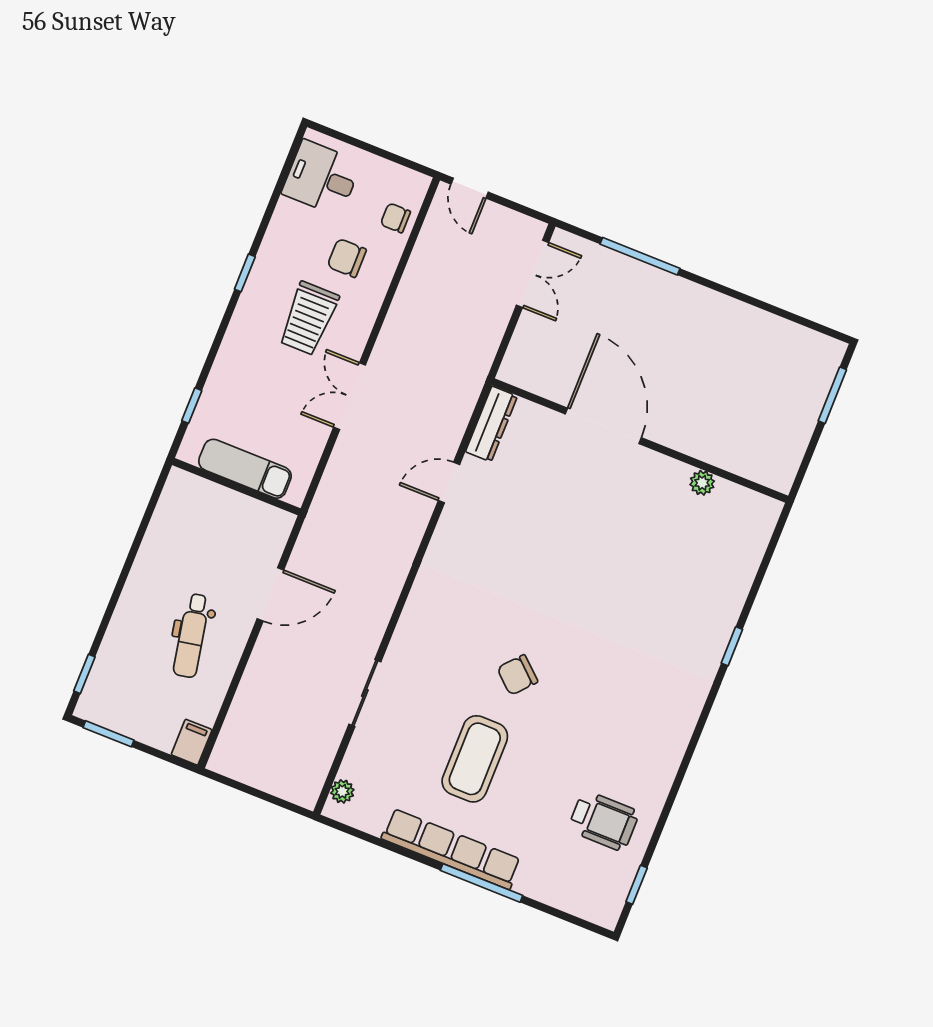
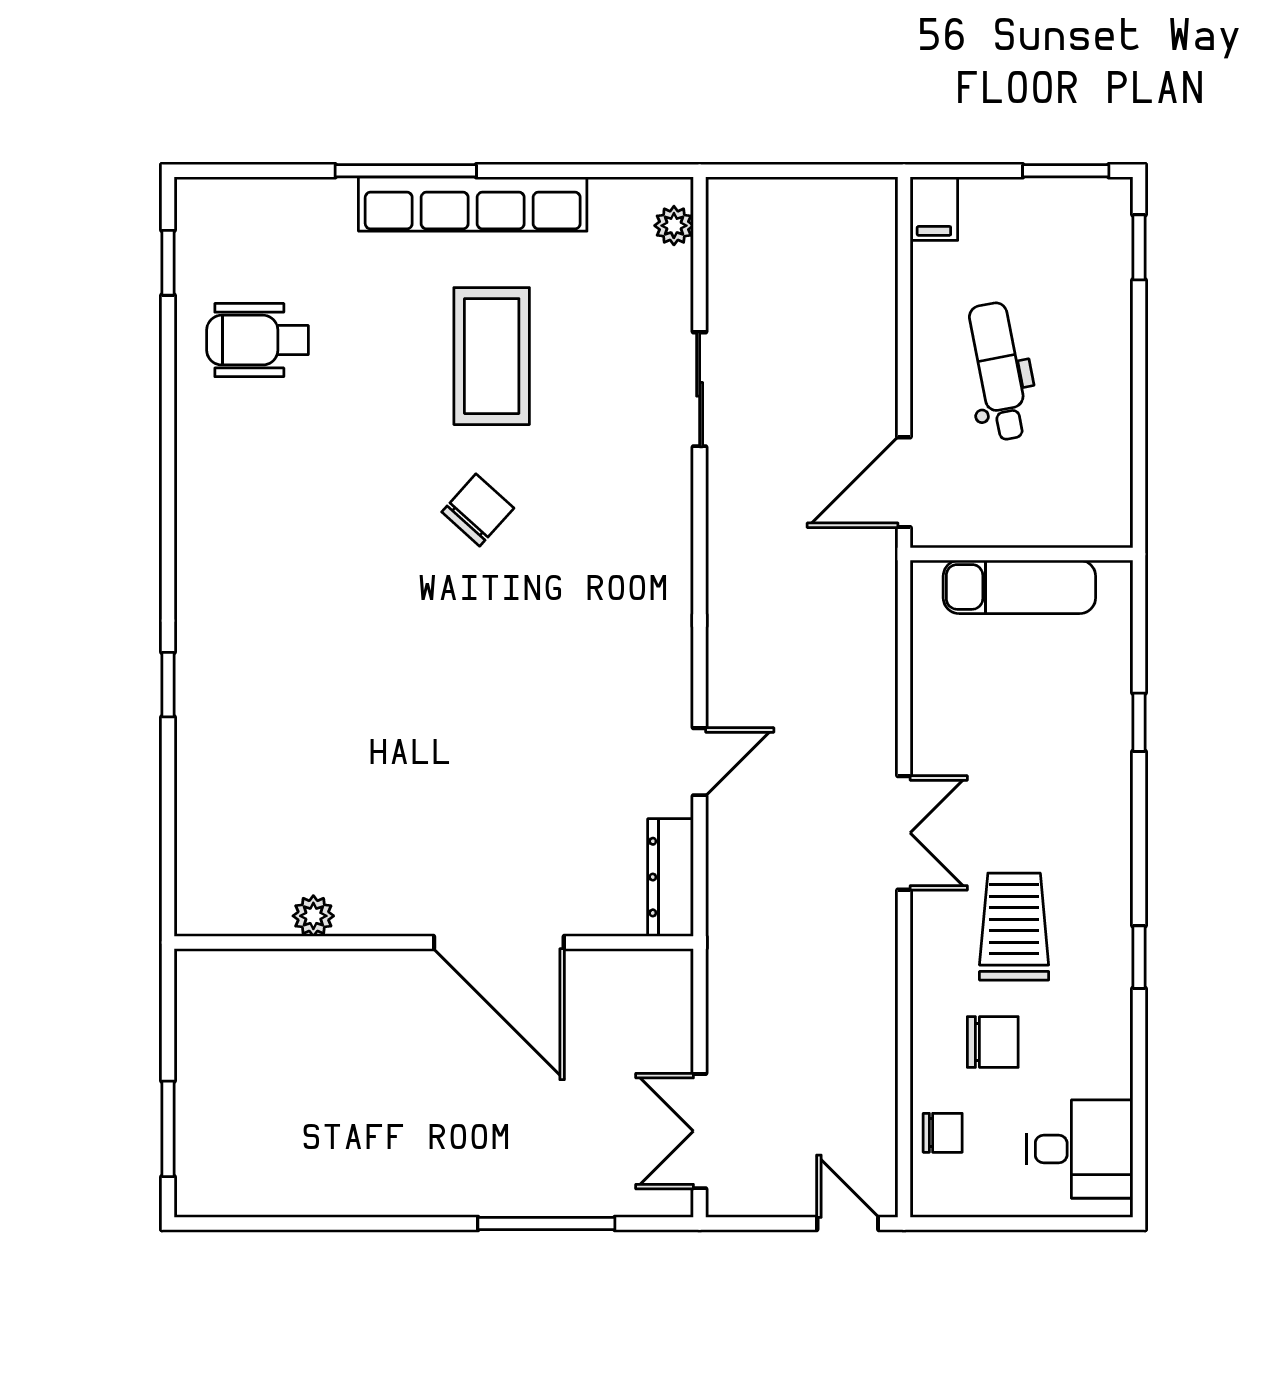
exam couch: (245, 469) -> (1019, 587), moved
wall: (236, 487) -> (1022, 554), moved

